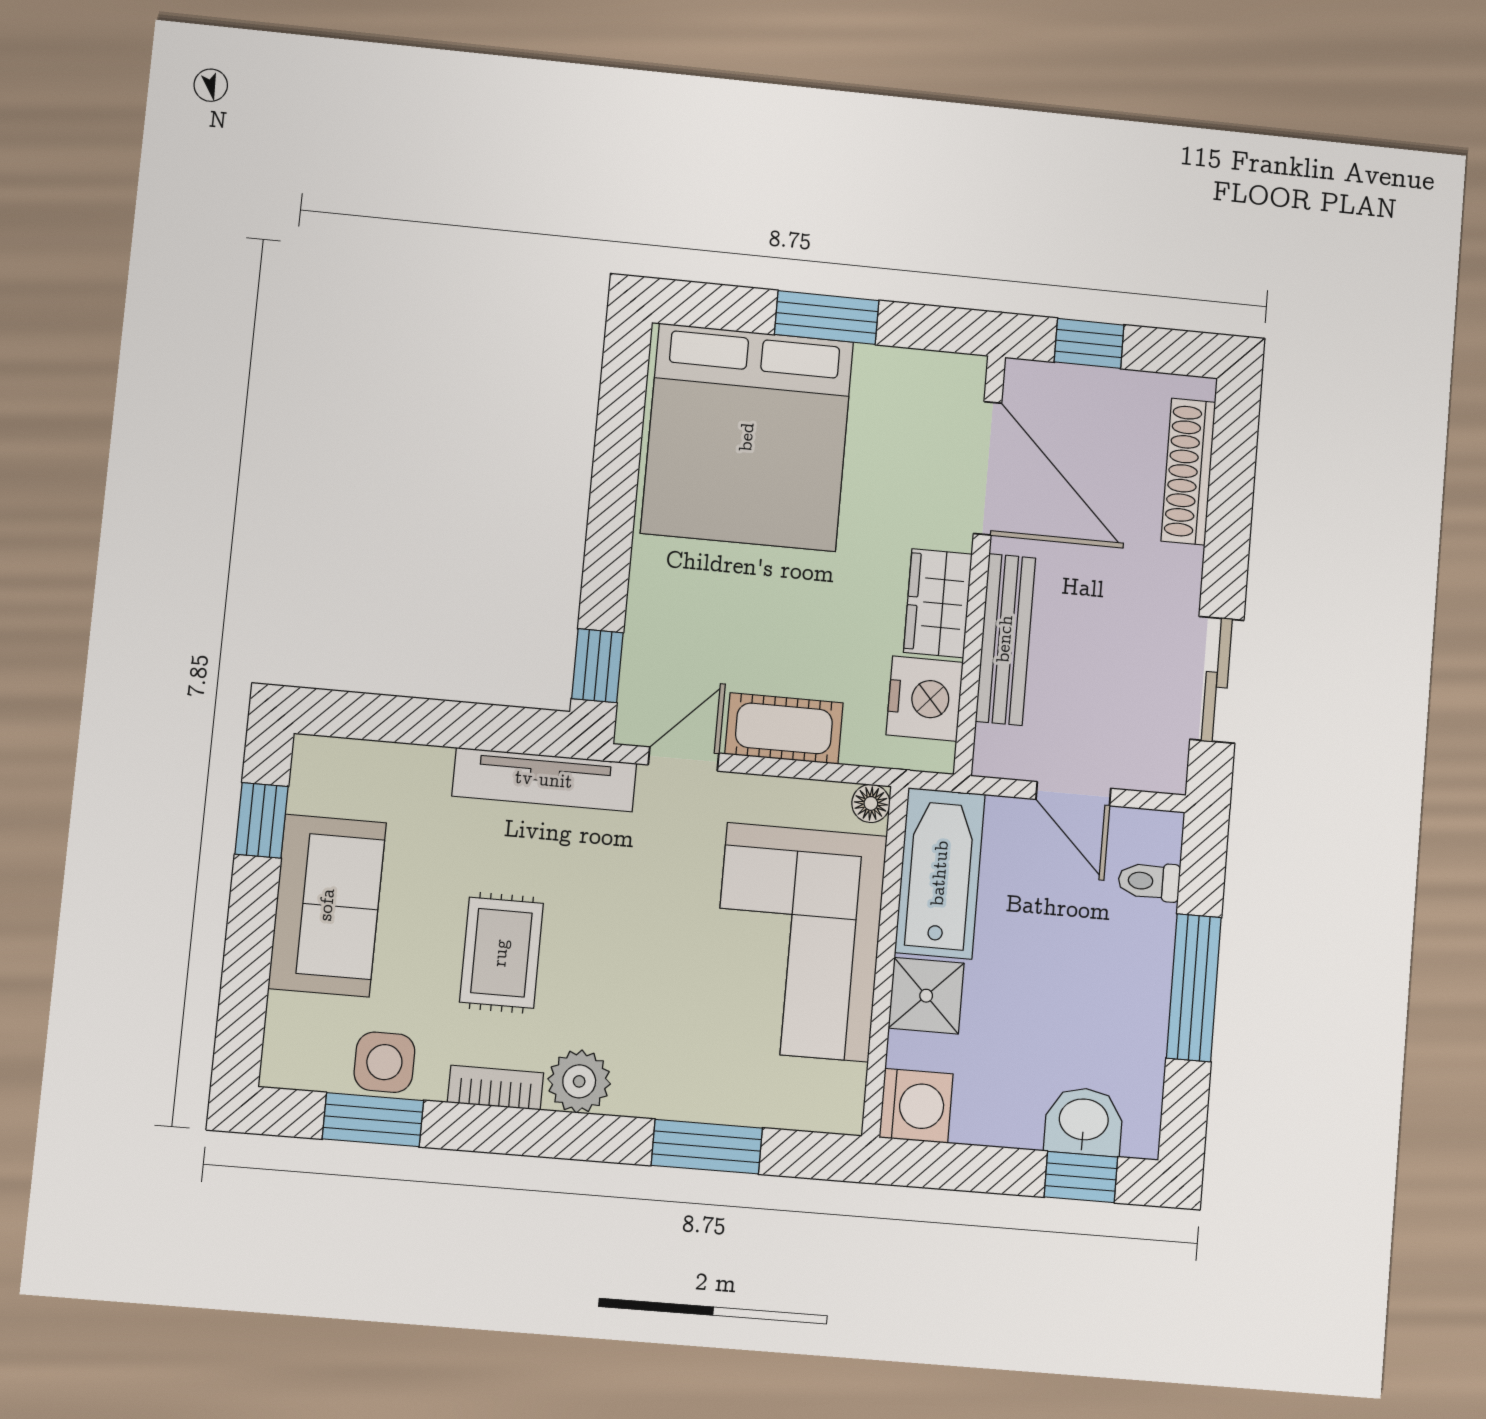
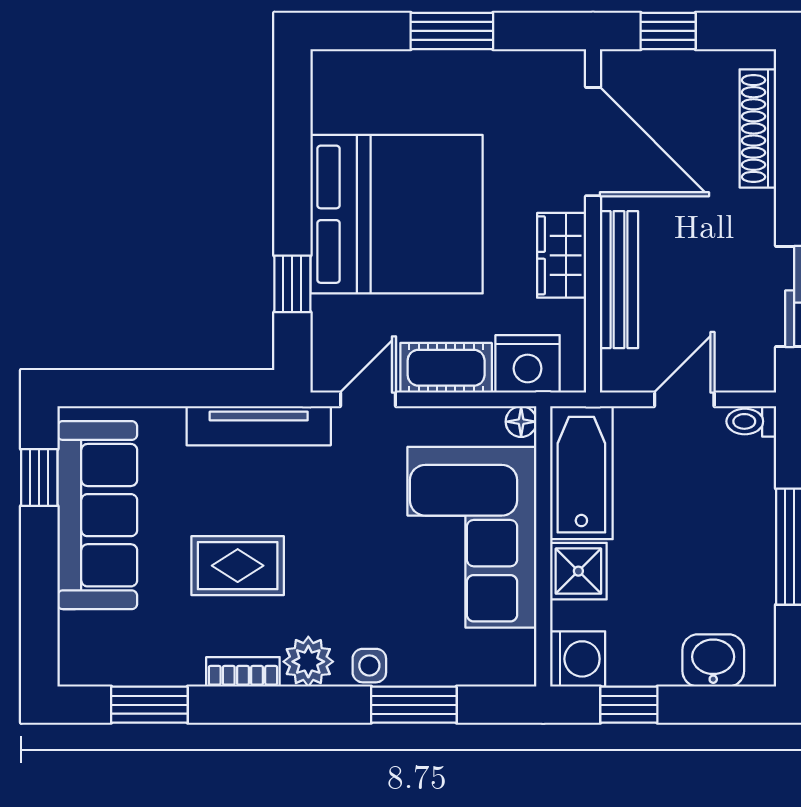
bed: (747, 437) -> (397, 214), moved, turned -90
window: (597, 666) -> (292, 284), moved
nightstand: (925, 699) -> (528, 364), moved, turned 90
door: (1073, 794) -> (684, 399), swing flipped
toilet: (1149, 881) -> (751, 421), moved
sofa: (327, 905) -> (97, 515), width x1.36
rug: (501, 953) -> (238, 566), turned 90
side table: (384, 1062) -> (369, 666), moved, width x0.73, depth x0.73
window: (1081, 1177) -> (629, 705), moved

